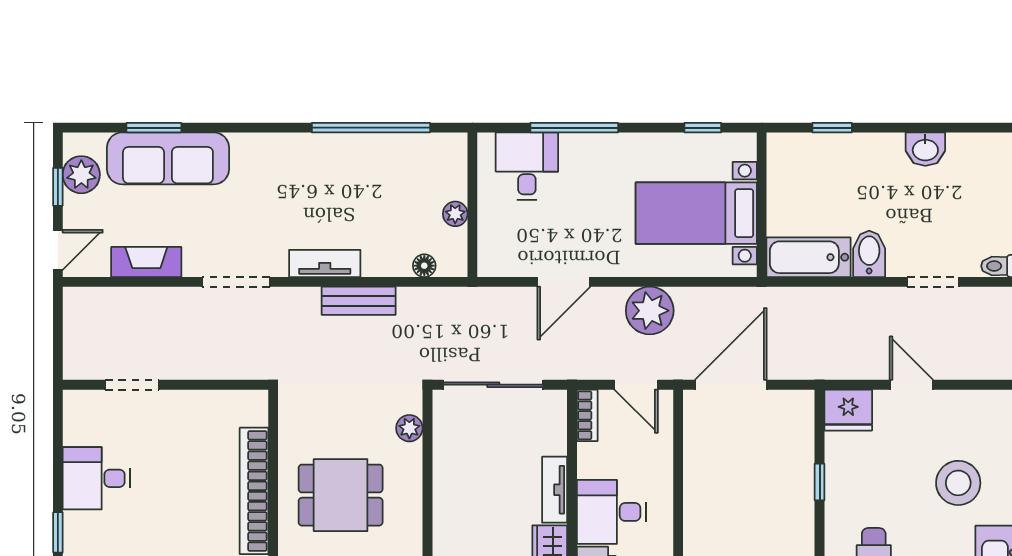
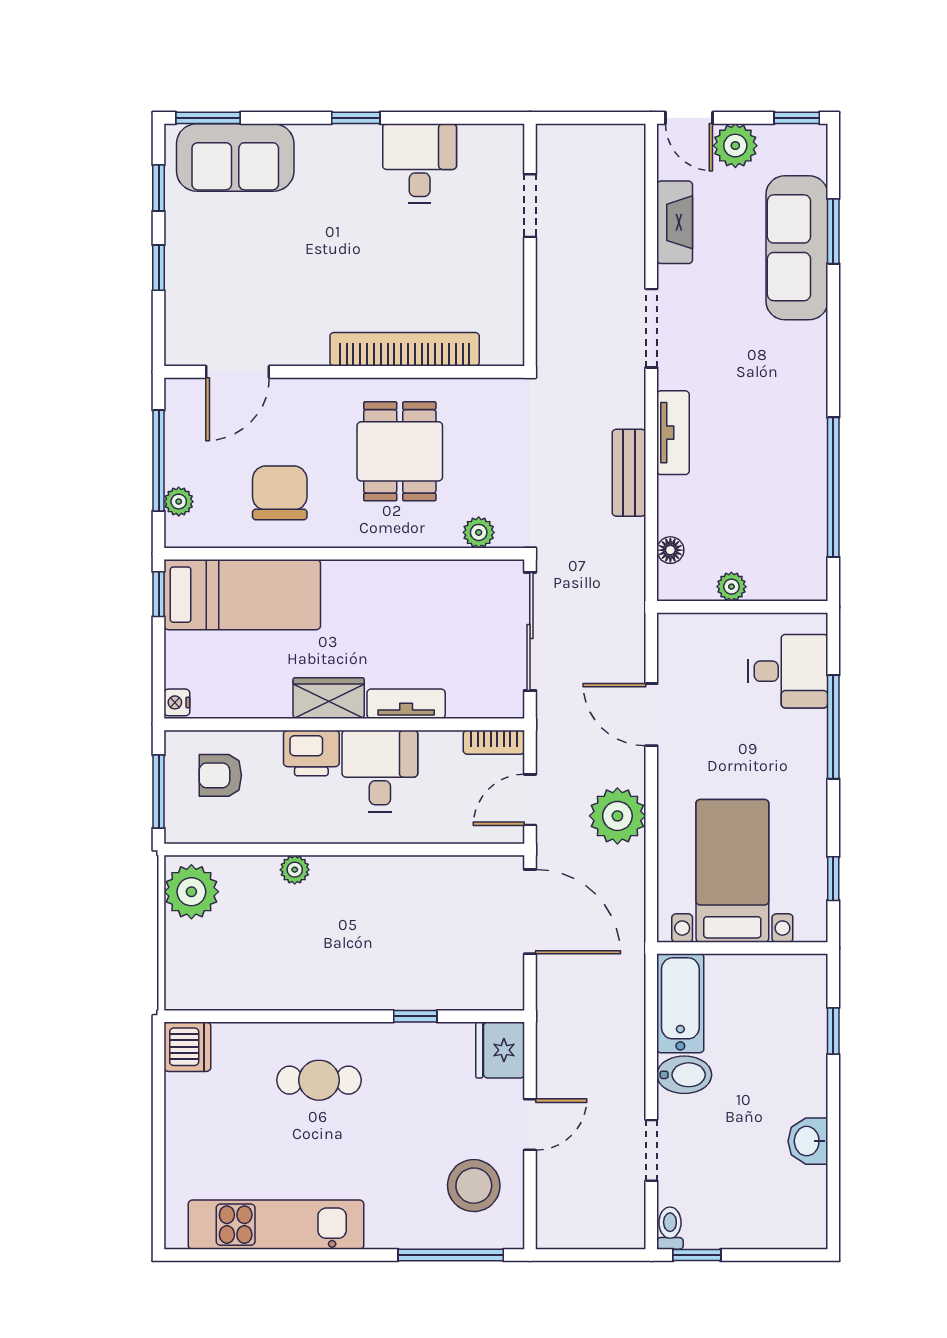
plant: (81, 175) -> (735, 146), moved
window: (58, 187) -> (797, 118), moved
stool: (958, 483) -> (474, 1186), moved

